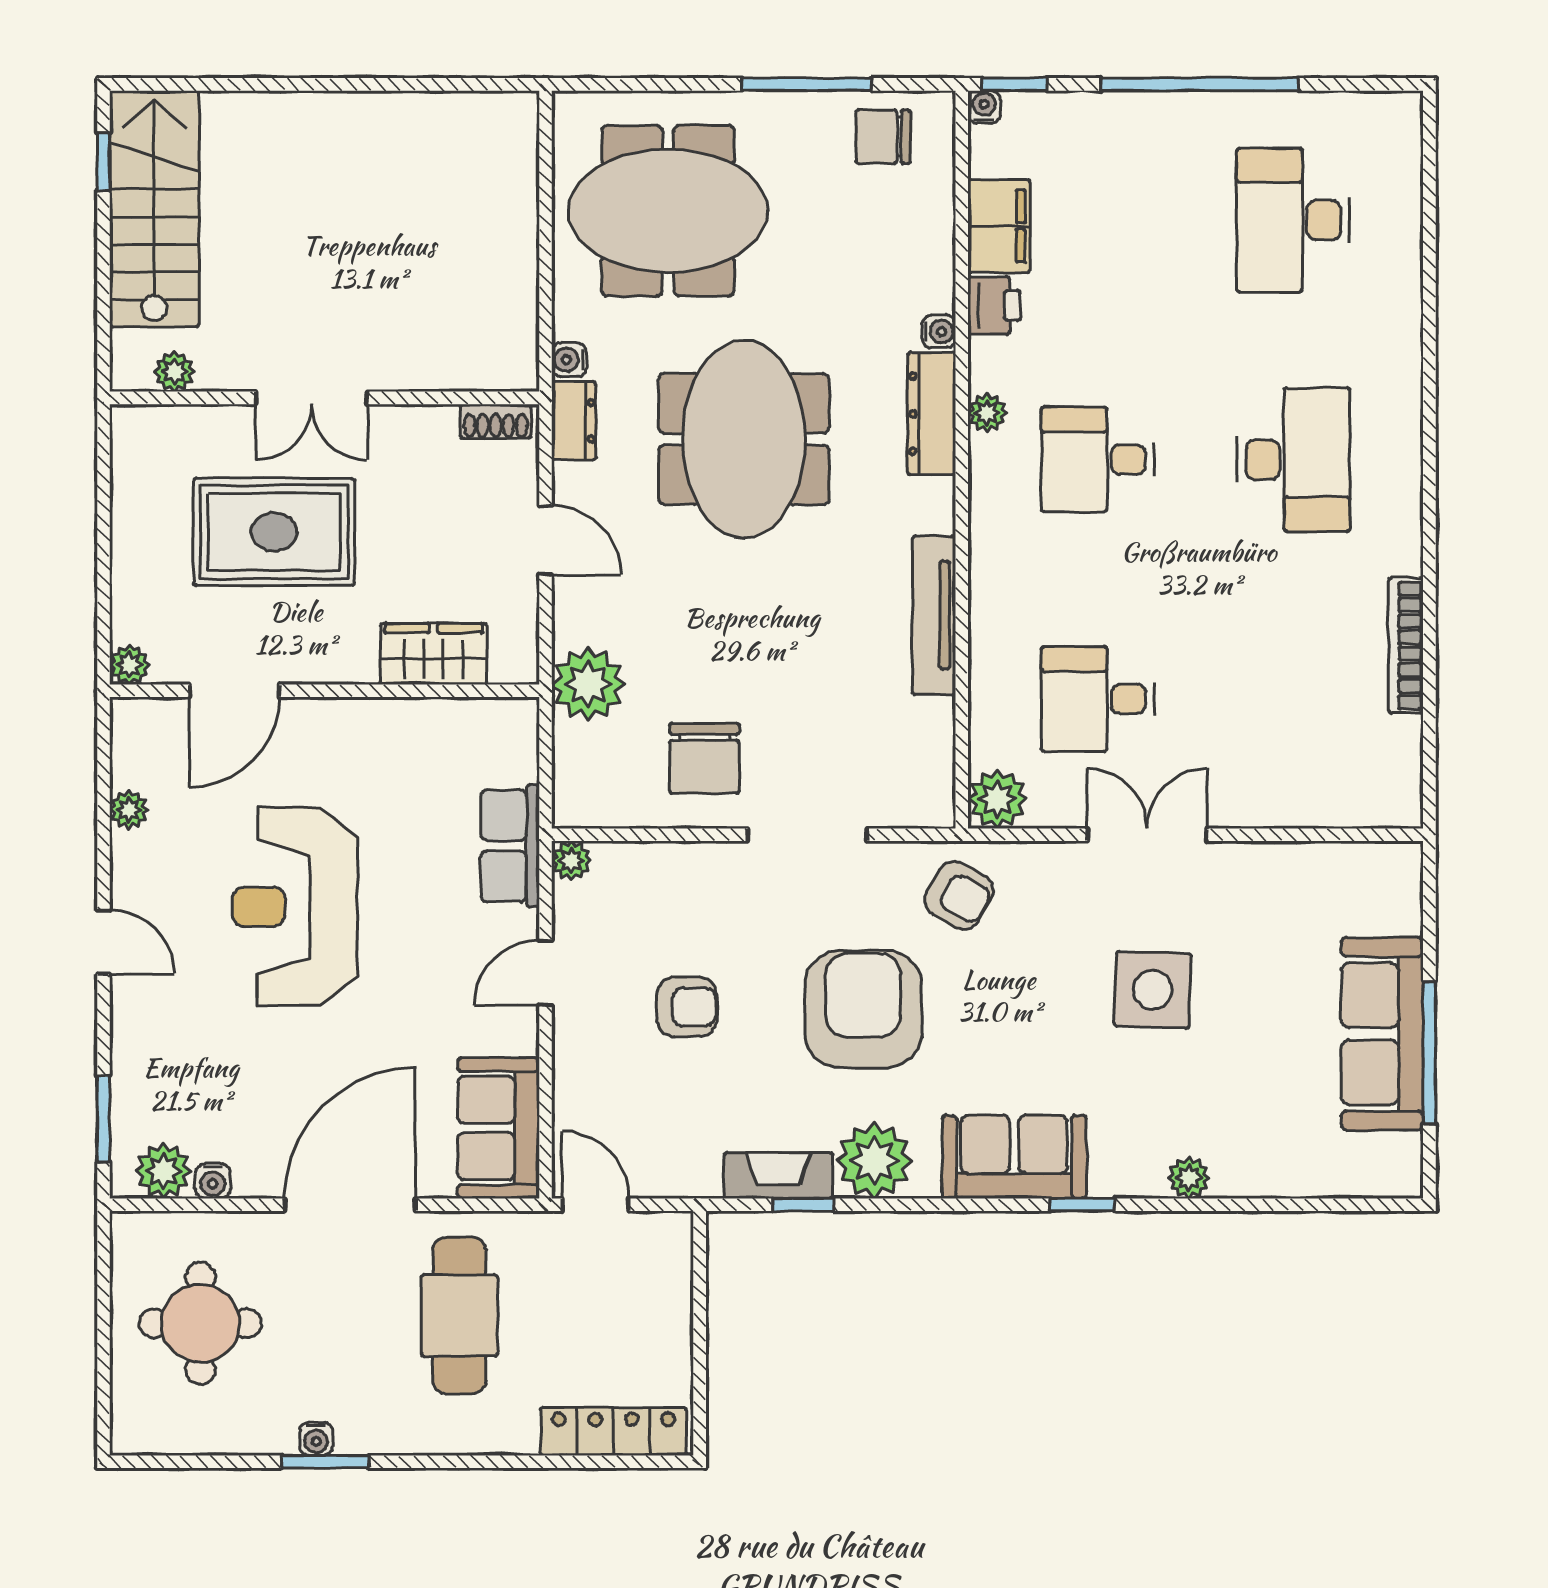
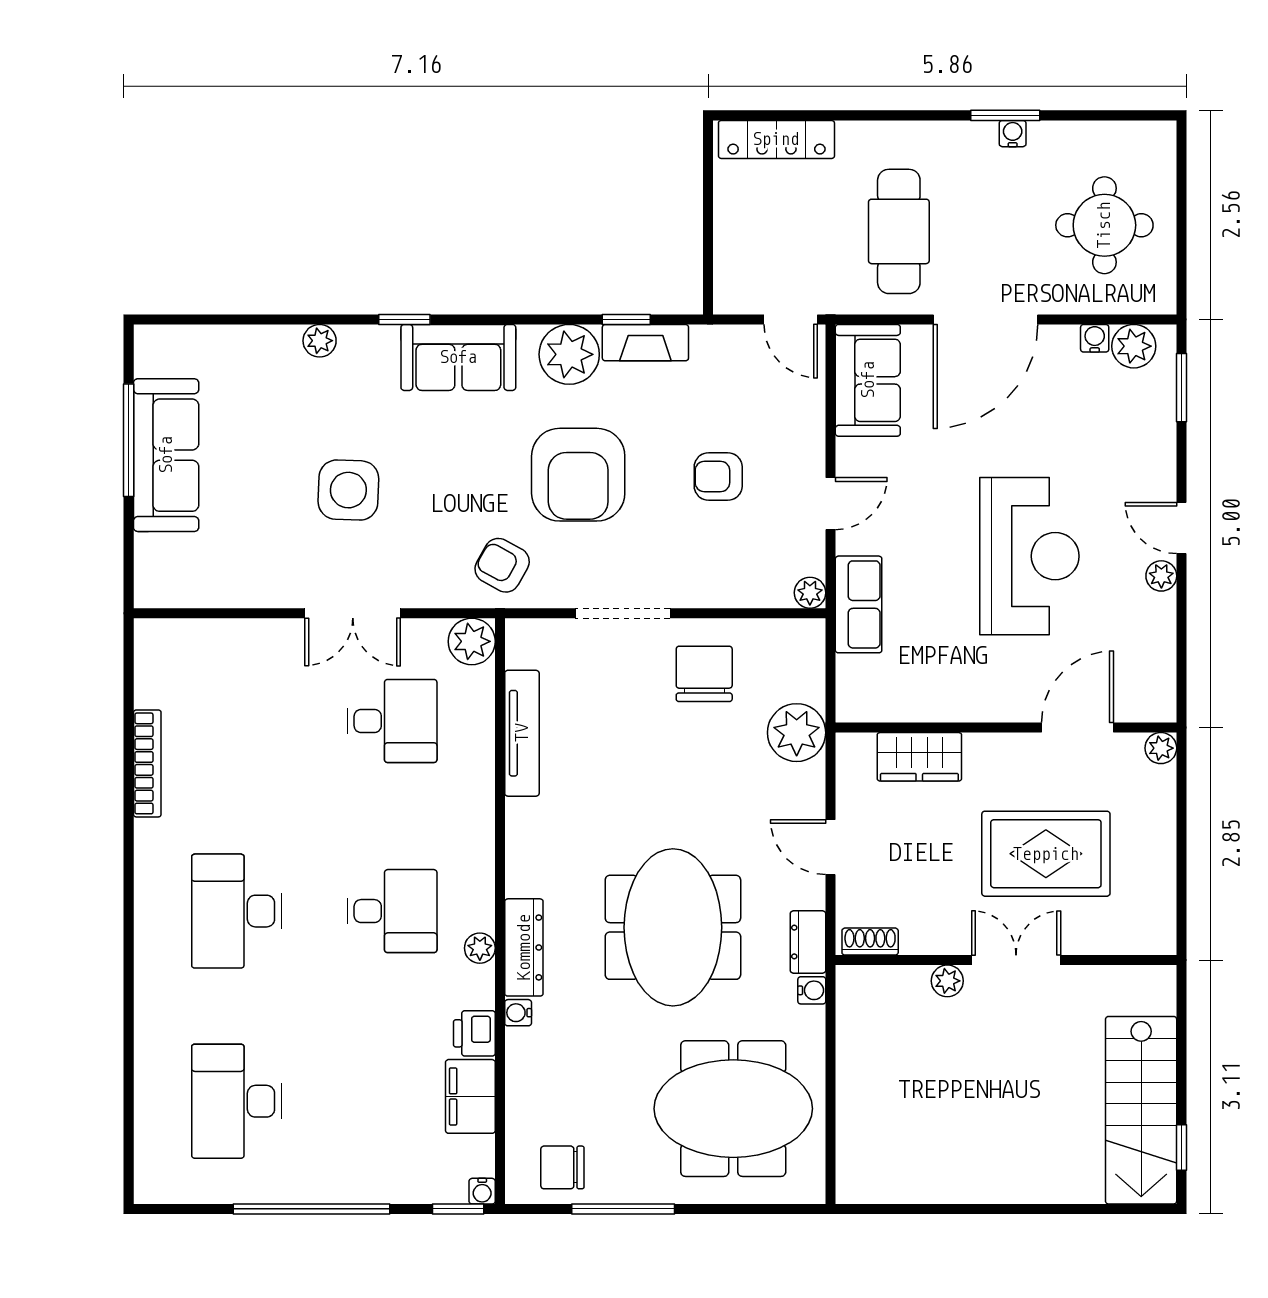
chair: (883, 137) -> (562, 1167), turned 180
desk: (1293, 220) -> (237, 1101), turned 180
plant: (174, 372) -> (947, 981), moved
tv unit: (934, 615) -> (522, 733), moved
plant: (129, 810) -> (1161, 576), moved

